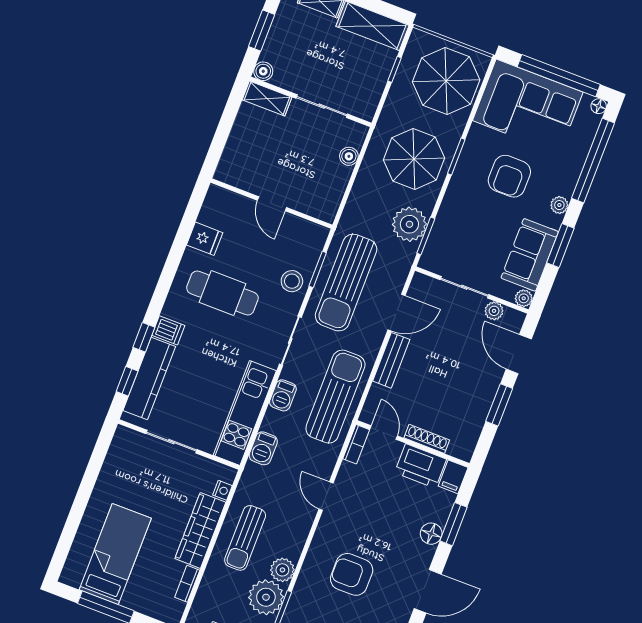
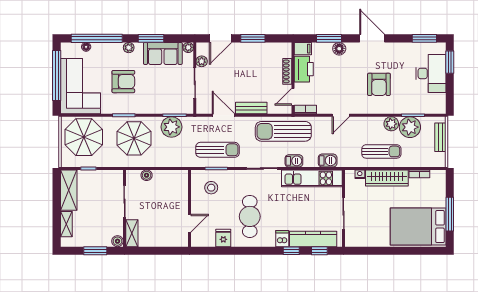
floor lamp: (599, 106) -> (86, 47), moved
door: (272, 204) -> (189, 223), moved
stool: (292, 281) -> (211, 188), moved
sun lounger: (346, 283) -> (217, 150), width x0.73, depth x0.75
bed: (115, 554) -> (418, 227), width x1.50

